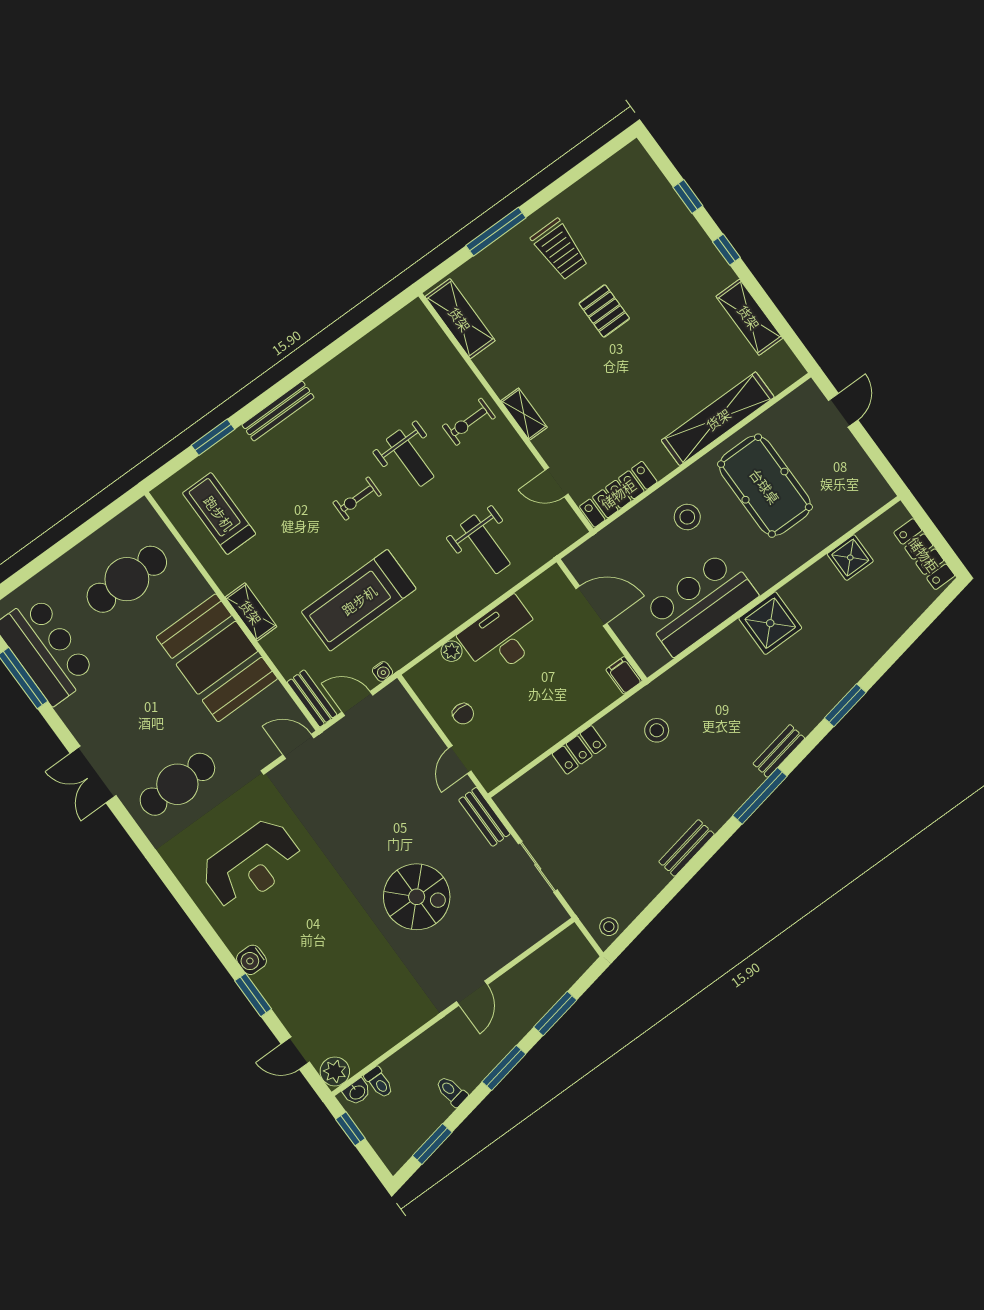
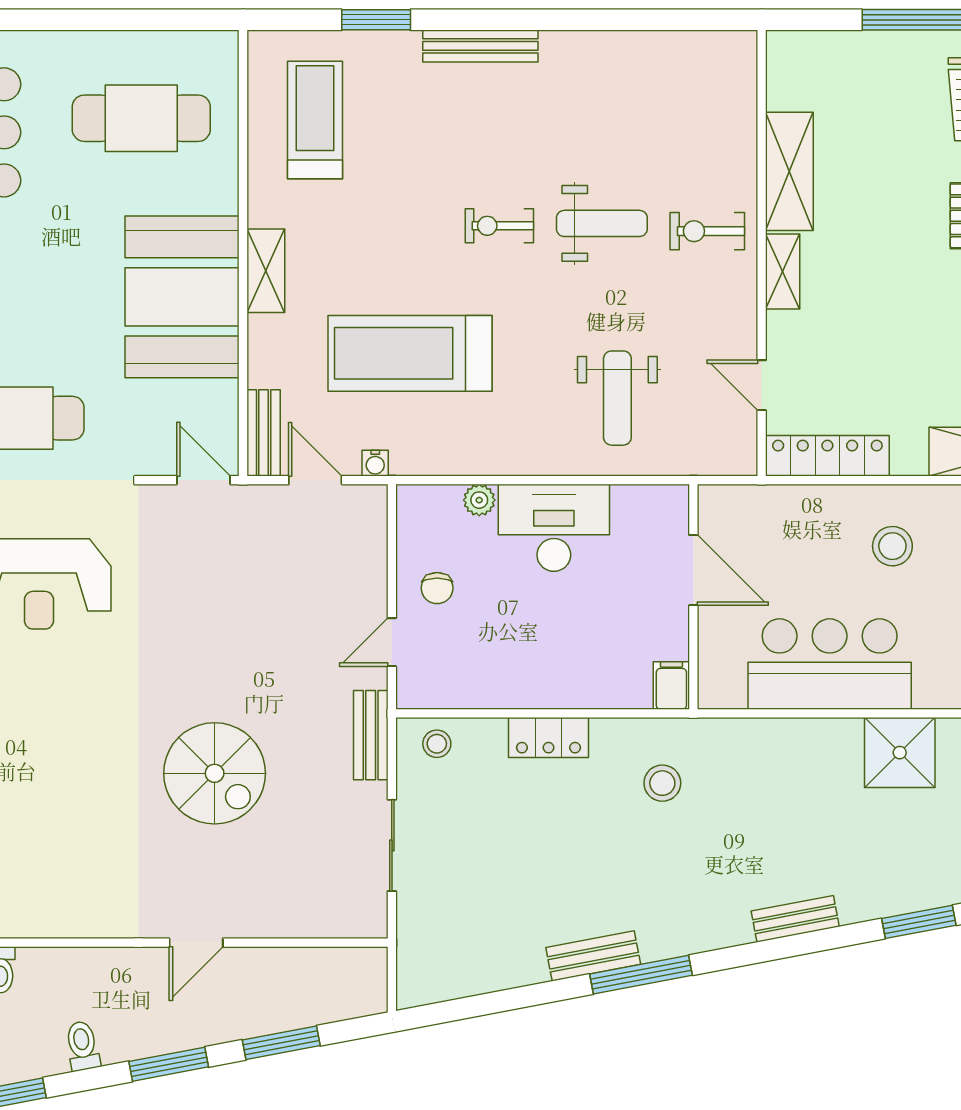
shelving: (460, 319) -> (789, 171), moved
weight bench: (410, 458) -> (602, 223), turned -90
window: (760, 796) -> (641, 975), moved
stool: (609, 927) -> (437, 744), moved

